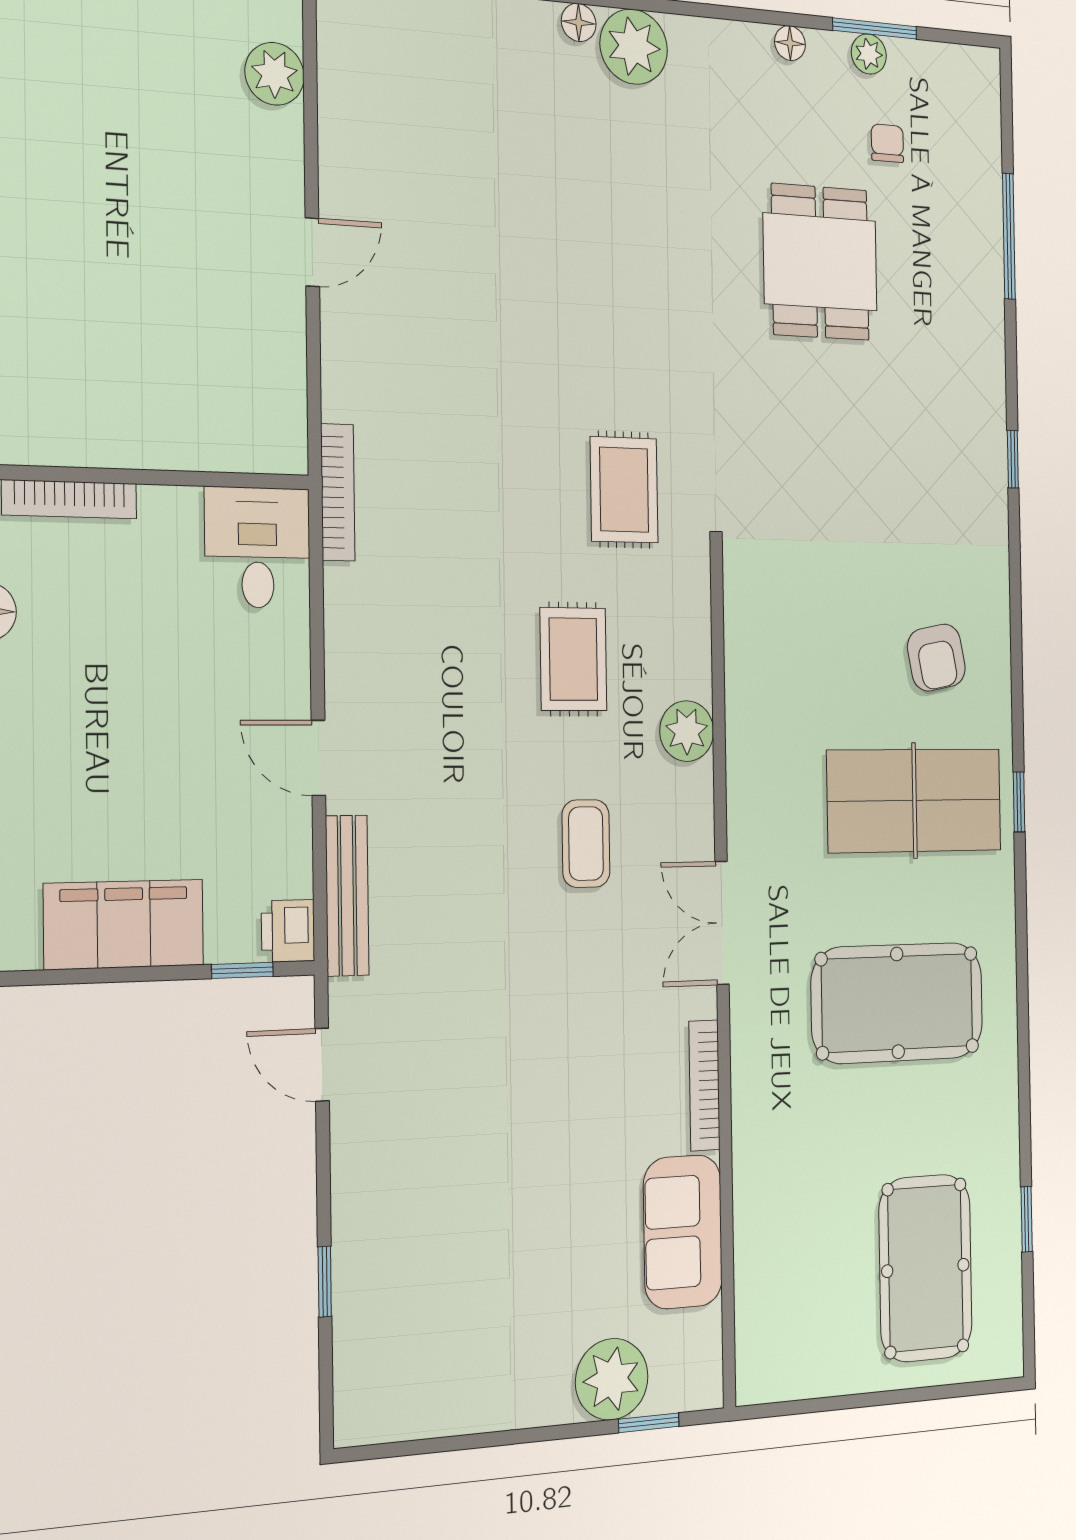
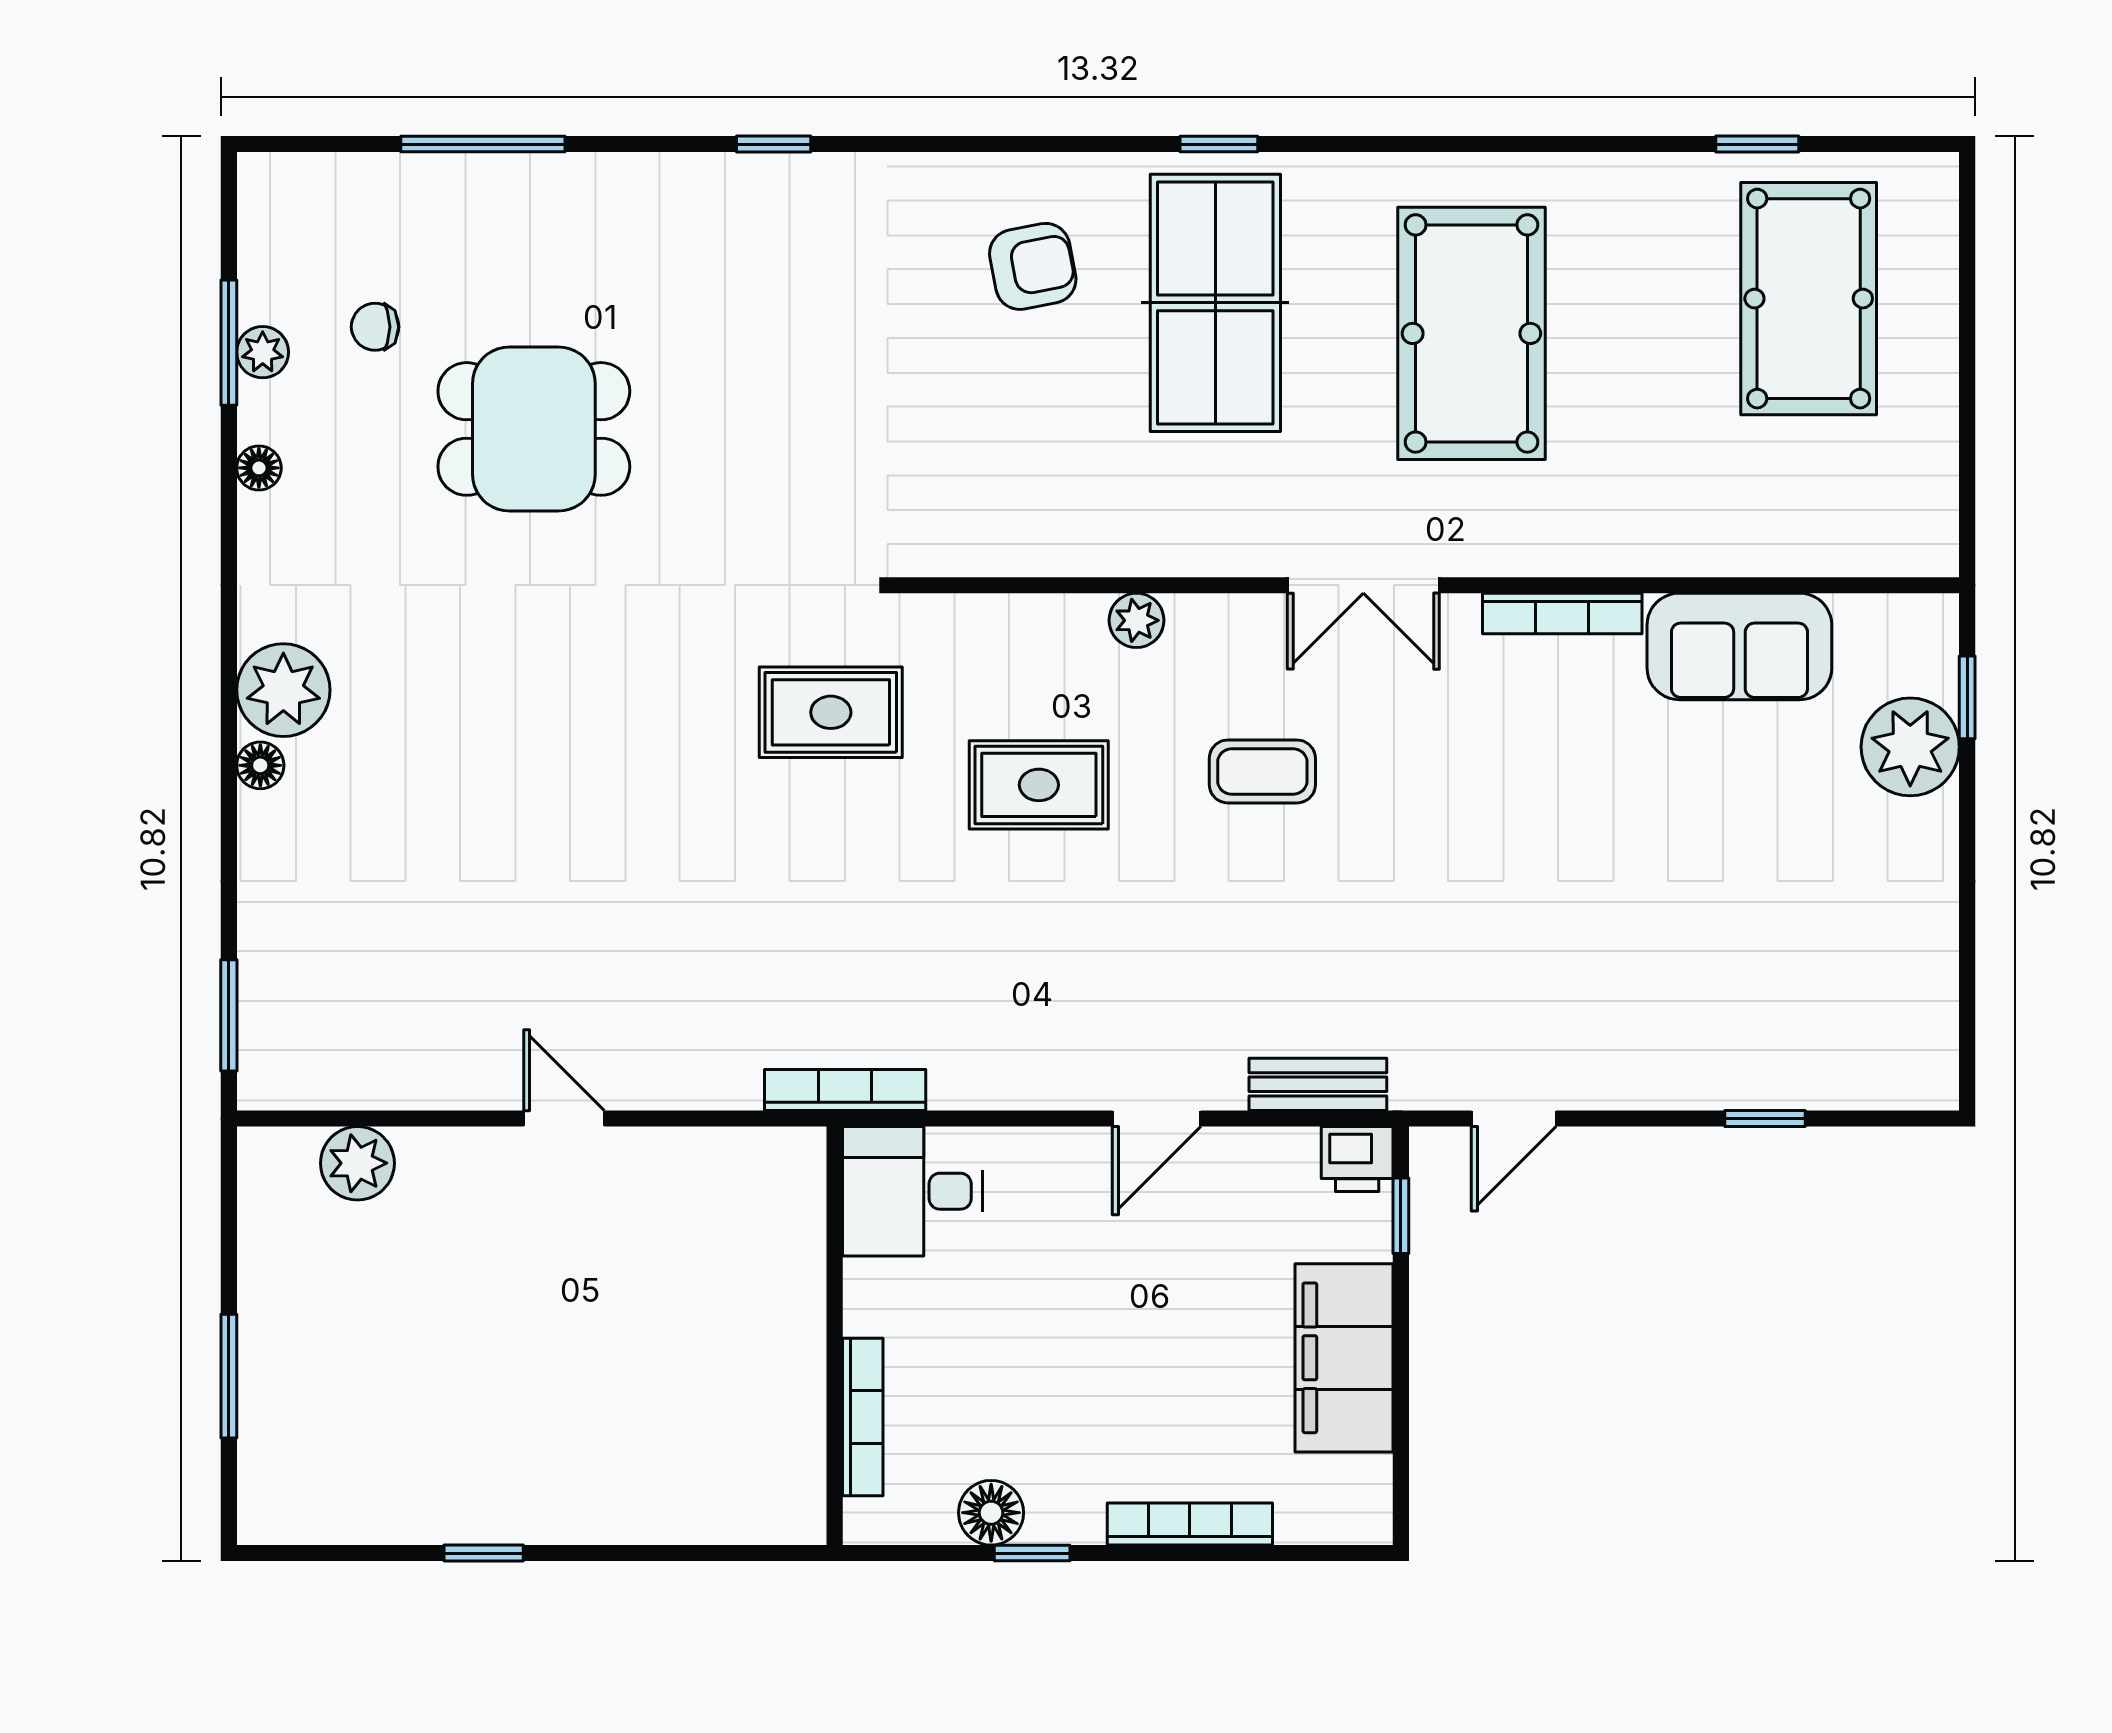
plant: (687, 731) -> (1137, 620), width x0.73, depth x0.73
bench: (347, 896) -> (1318, 1084), width x0.73
pool table: (926, 1268) -> (1809, 299), turned 90

